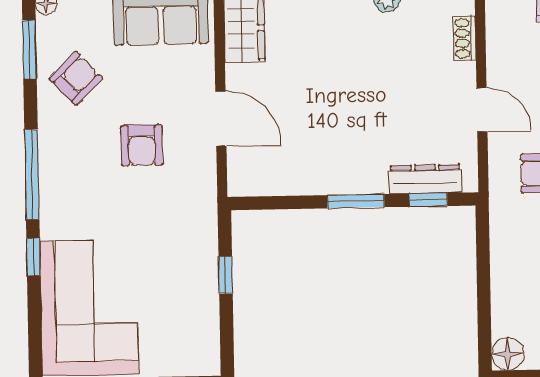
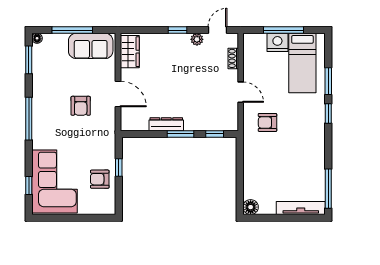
armchair: (76, 78) -> (100, 179), moved, turned -136
dresser: (425, 179) -> (166, 124), moved
window: (33, 257) -> (29, 185), moved

